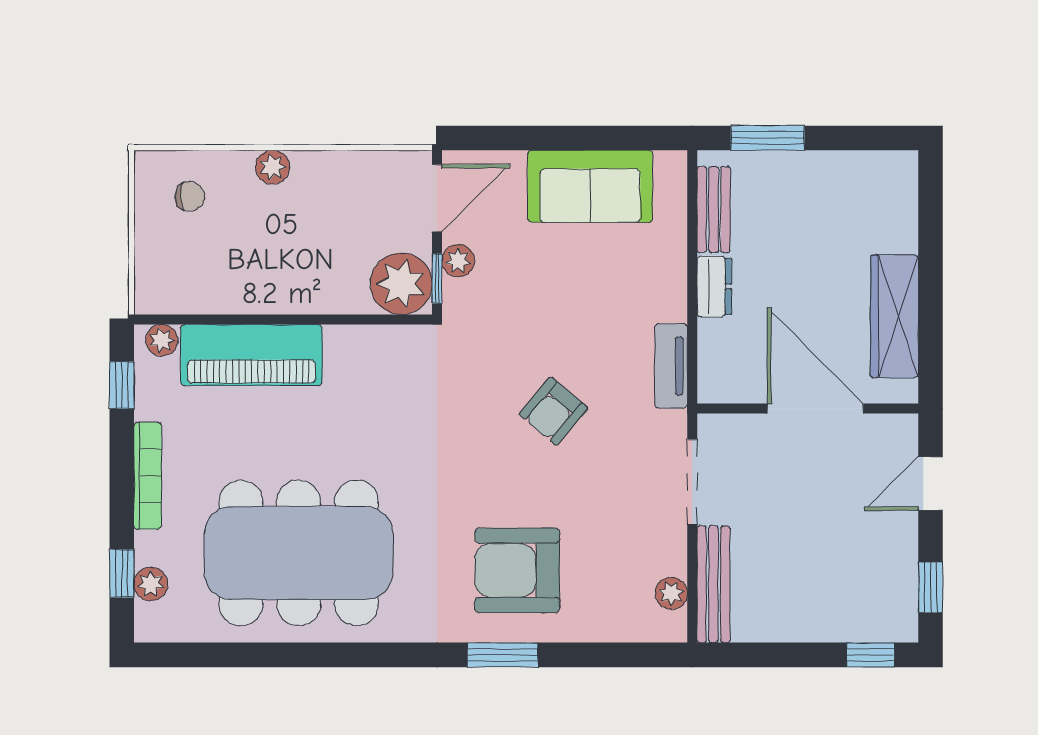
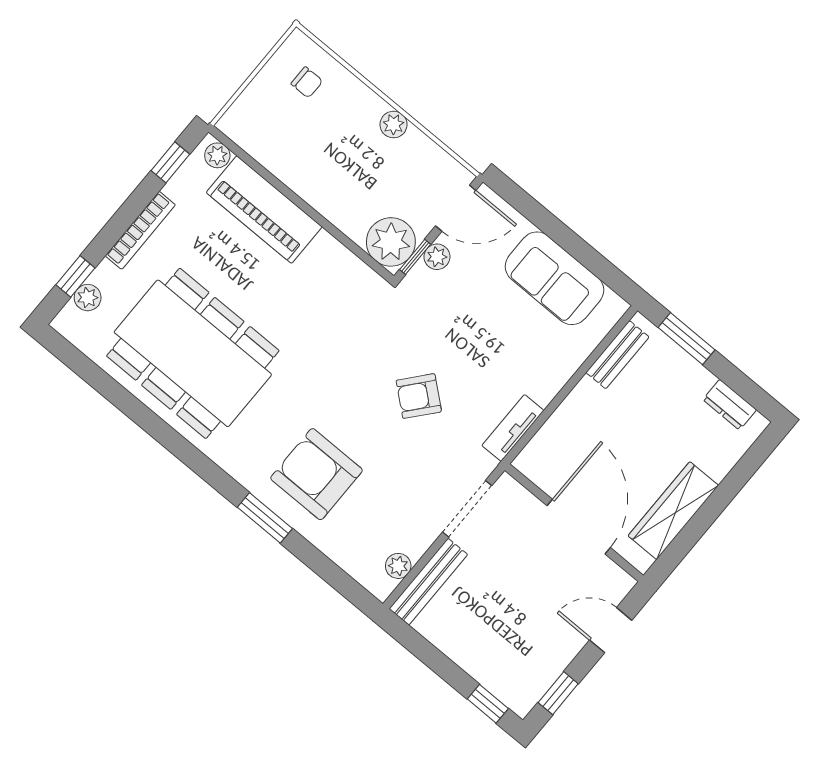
plant: (273, 167) -> (394, 125), moved
dresser: (714, 286) -> (730, 405), moved, turned 90

